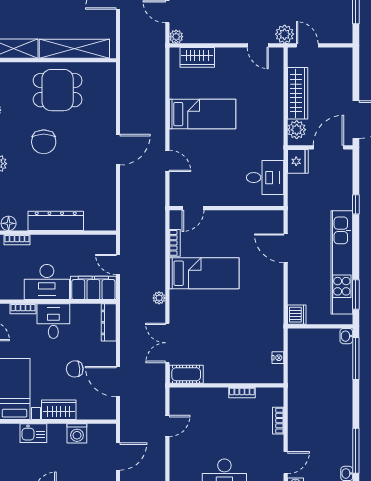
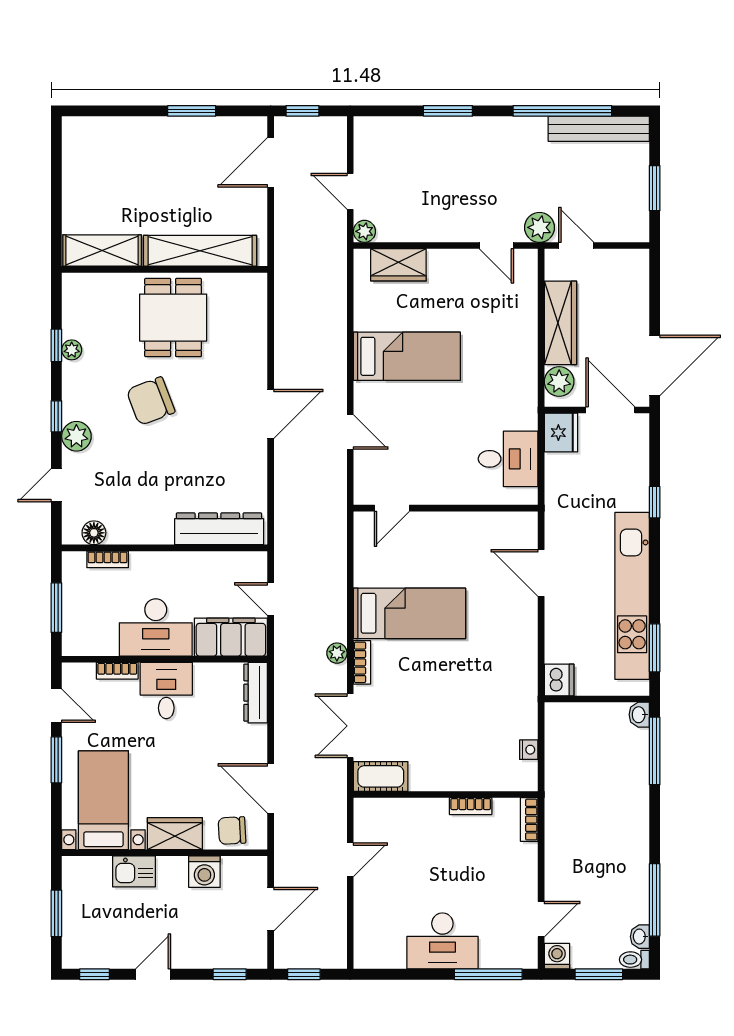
dining table: (58, 90) -> (173, 318), turned 90
chair: (44, 142) -> (151, 401), turned 69
door: (328, 147) -> (610, 410), hinge flipped
dresser: (56, 221) -> (219, 529), moved
bookcase: (175, 243) -> (362, 662), moved
chair: (75, 369) -> (232, 831), moved
bookcase: (278, 421) -> (529, 820), moved

